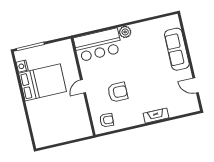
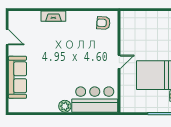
armchair: (118, 92) -> (86, 48), removed

